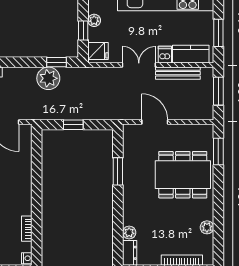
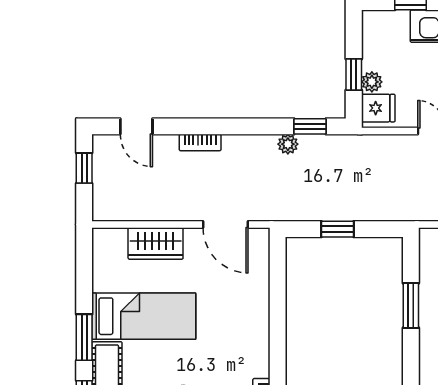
plant: (94, 20) -> (372, 82), moved
plant: (48, 78) -> (288, 144), width x0.53, depth x0.53

